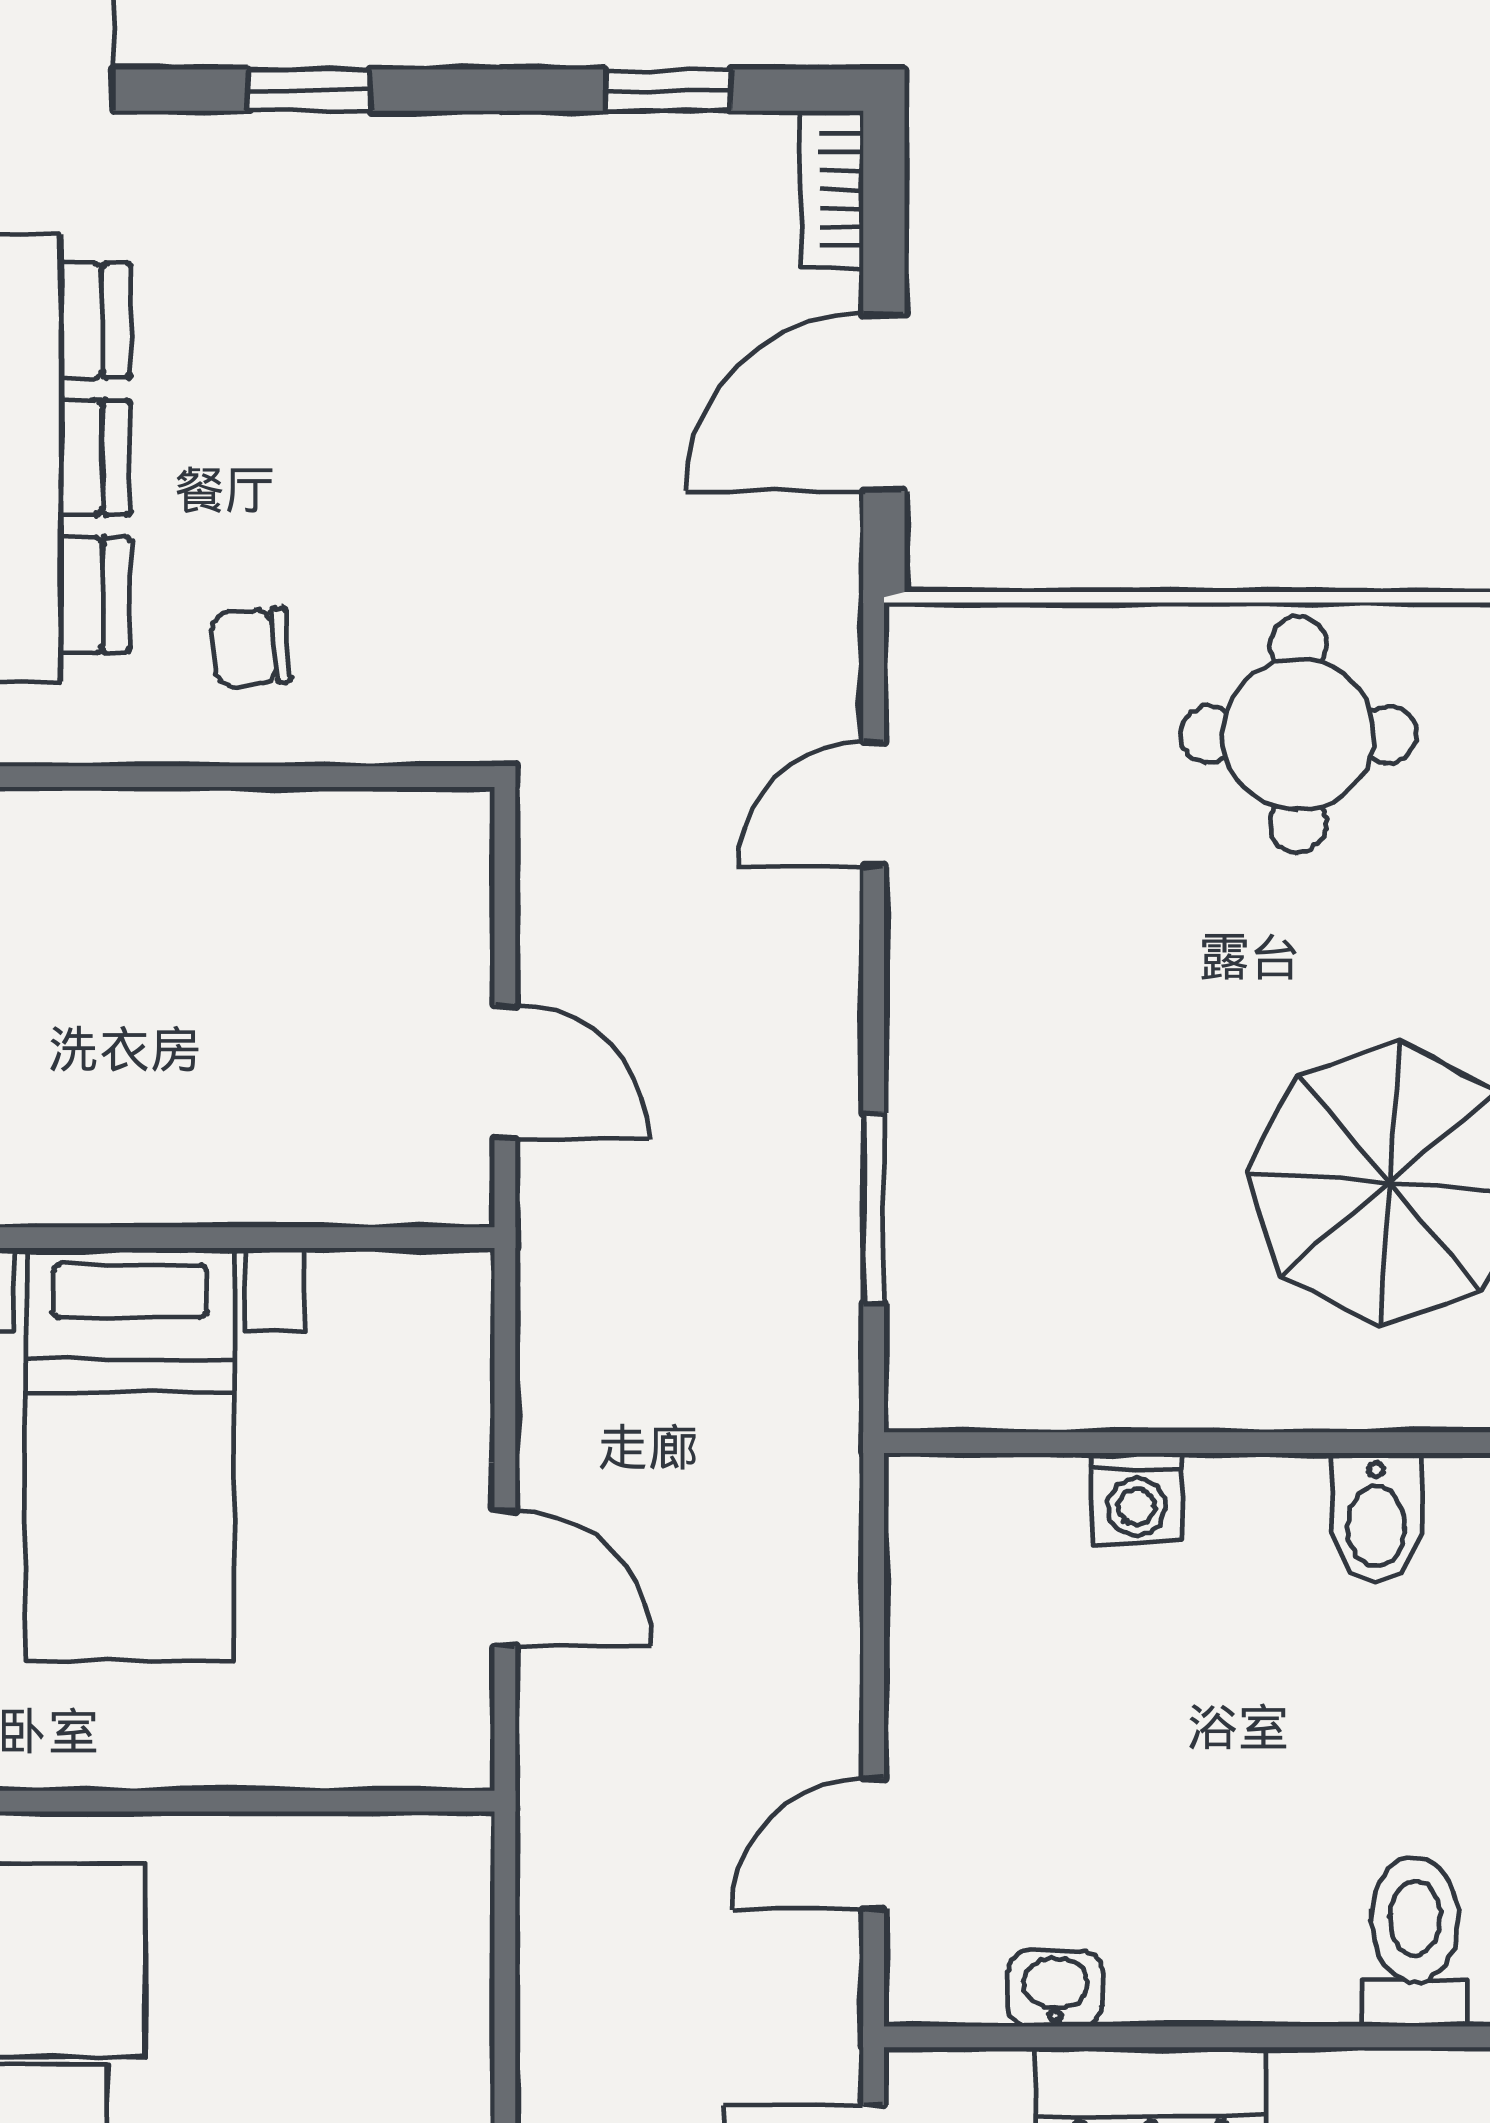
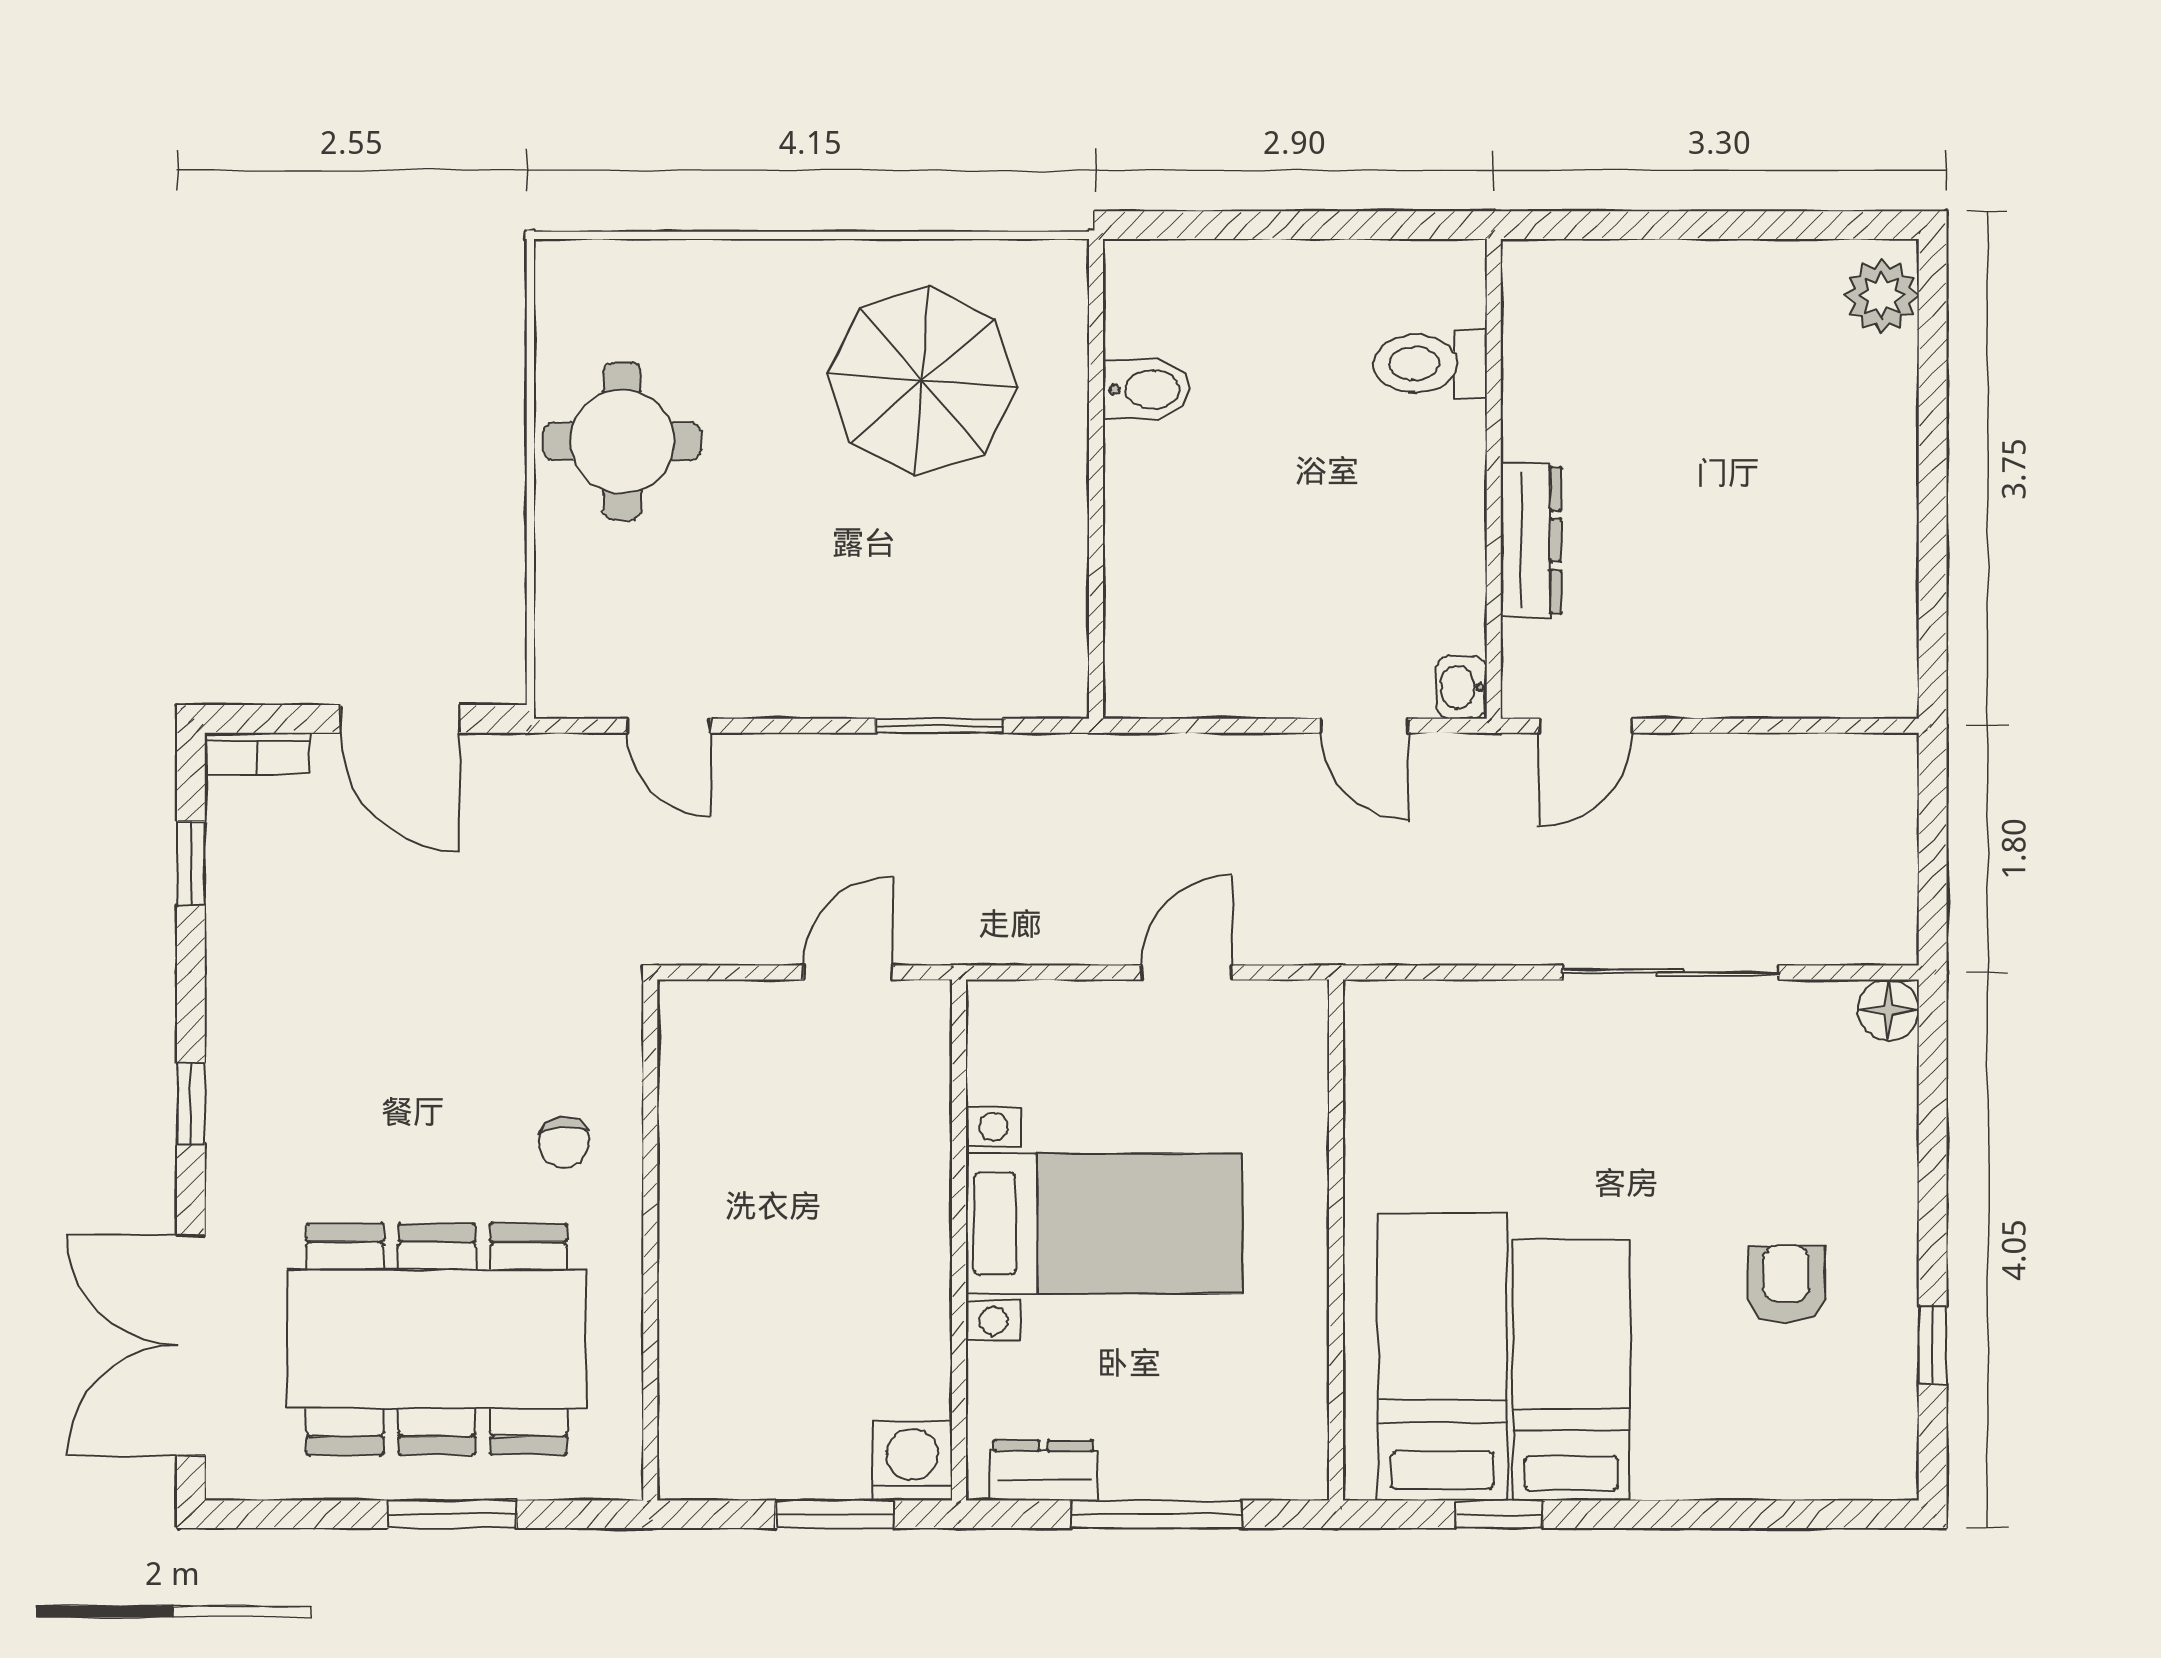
washing machine: (1137, 1498) -> (1133, 550), removed
washbasin: (1055, 1988) -> (1461, 687), moved

